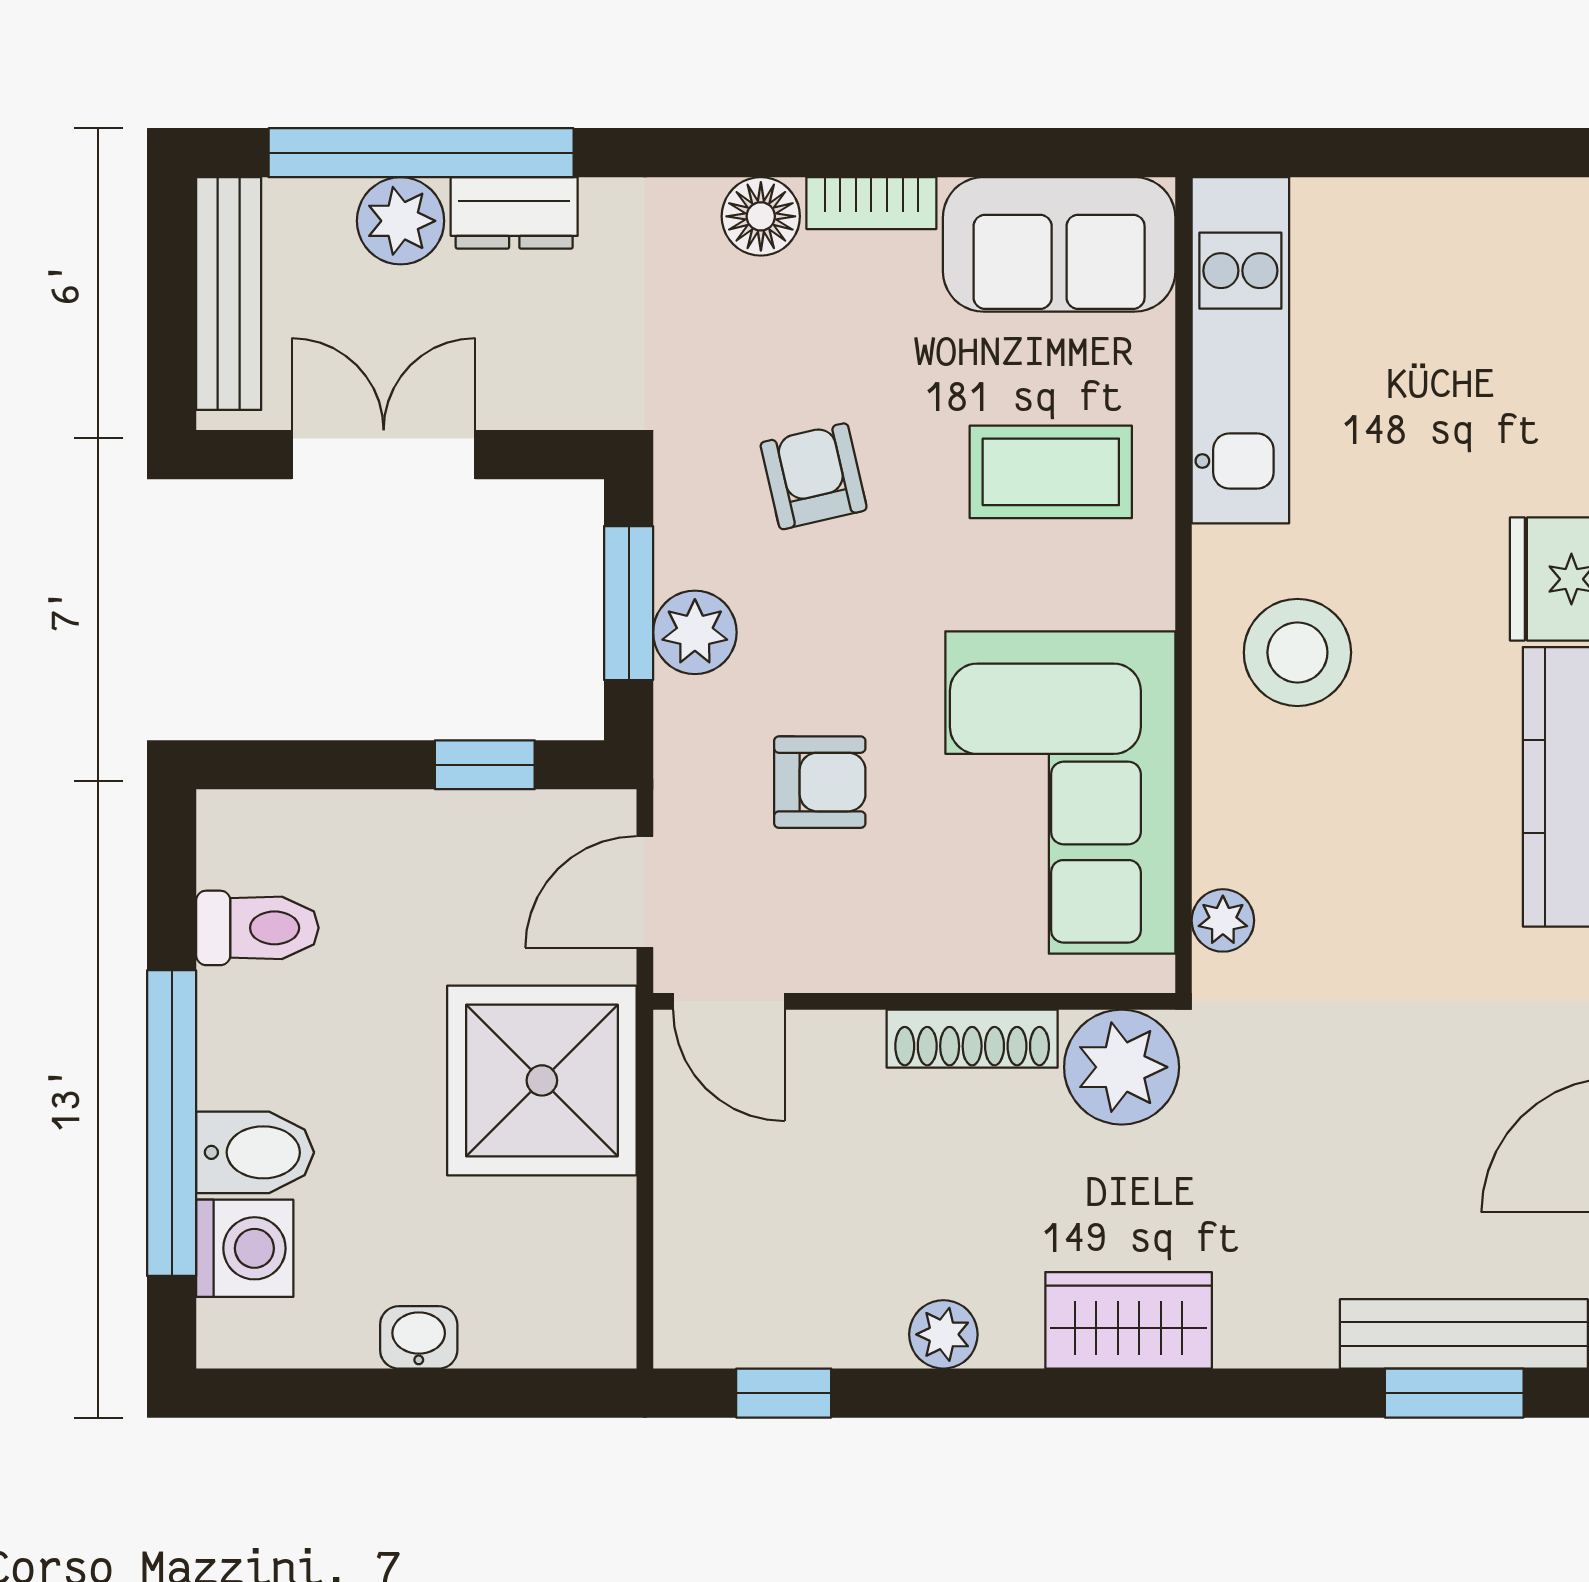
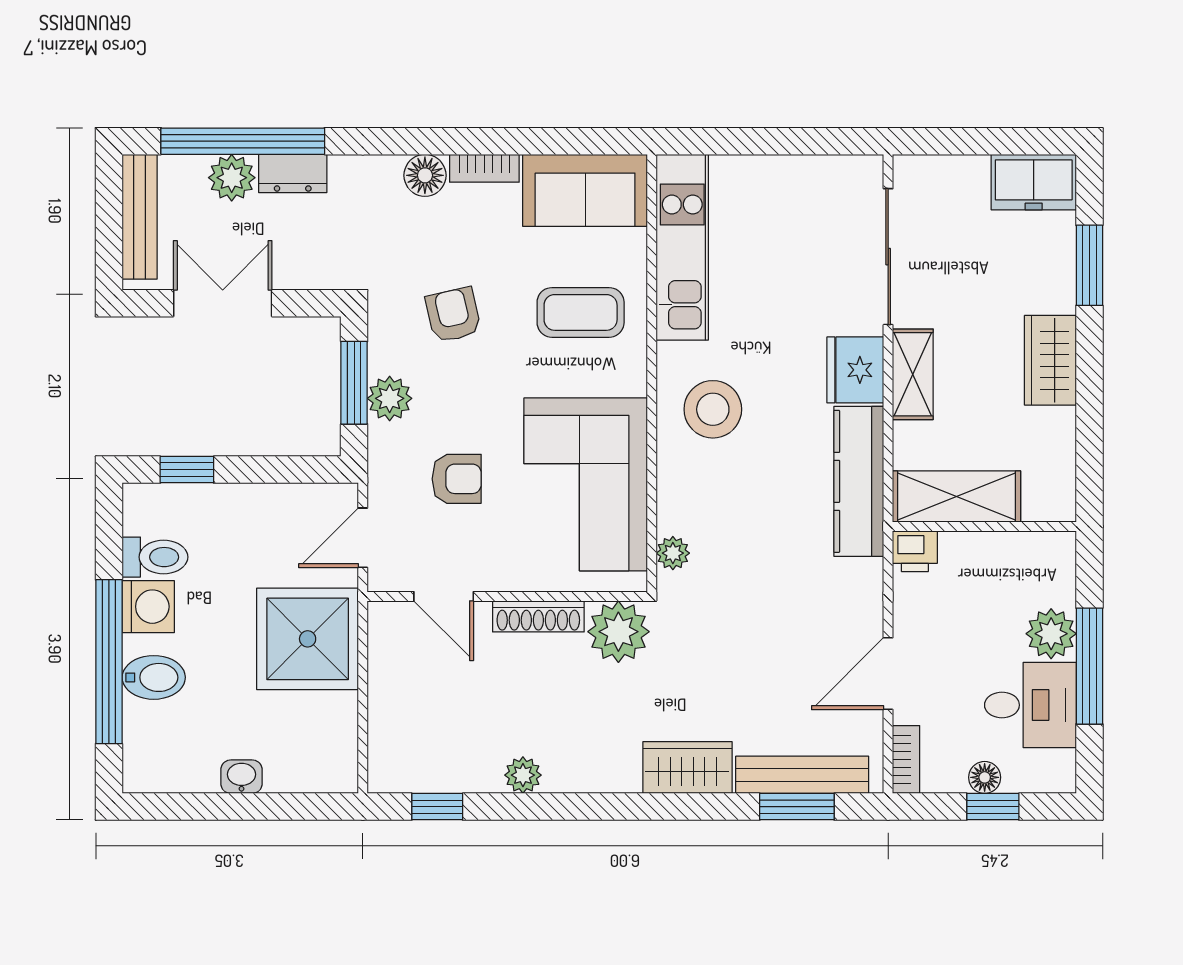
window: (485, 765) -> (187, 470), moved
door: (729, 1001) -> (444, 596), moved
washing machine: (245, 1248) -> (148, 607), moved
wardrobe: (1129, 1320) -> (687, 768), moved

